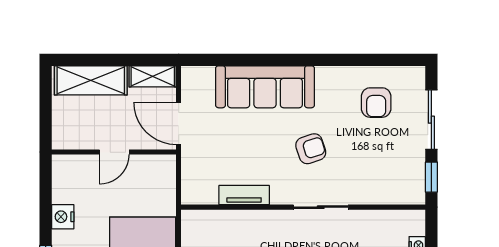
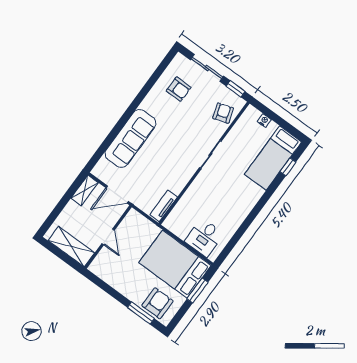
shelving: (91, 80) -> (71, 247), moved, turned 90
armchair: (311, 149) -> (223, 113), moved
tv unit: (244, 195) -> (164, 206), moved
nightstand: (63, 217) -> (122, 286), removed

